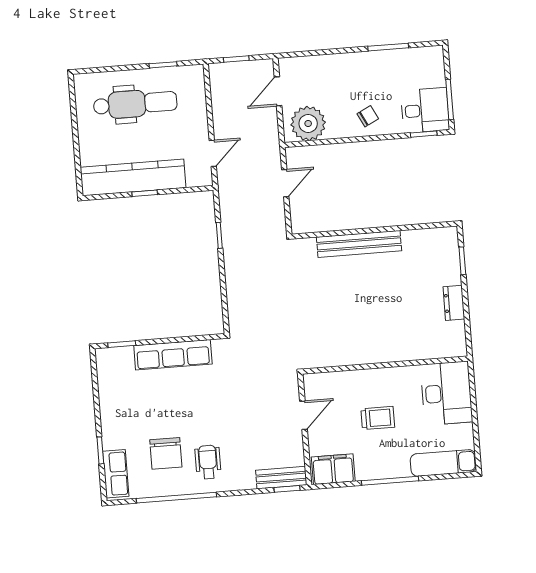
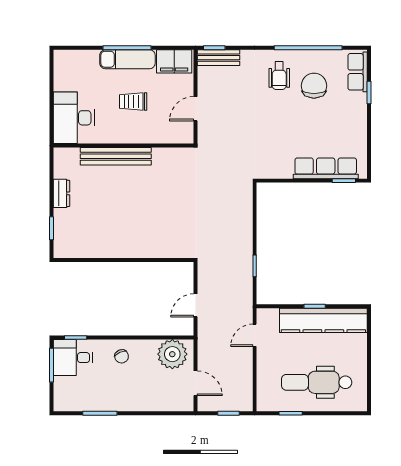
door: (278, 91) -> (196, 383), hinge flipped
chair: (368, 116) -> (122, 356), turned -87
bench: (359, 244) -> (116, 156), moved
row of seats: (173, 355) -> (326, 168), moved
exam couch: (443, 463) -> (127, 59), moved

